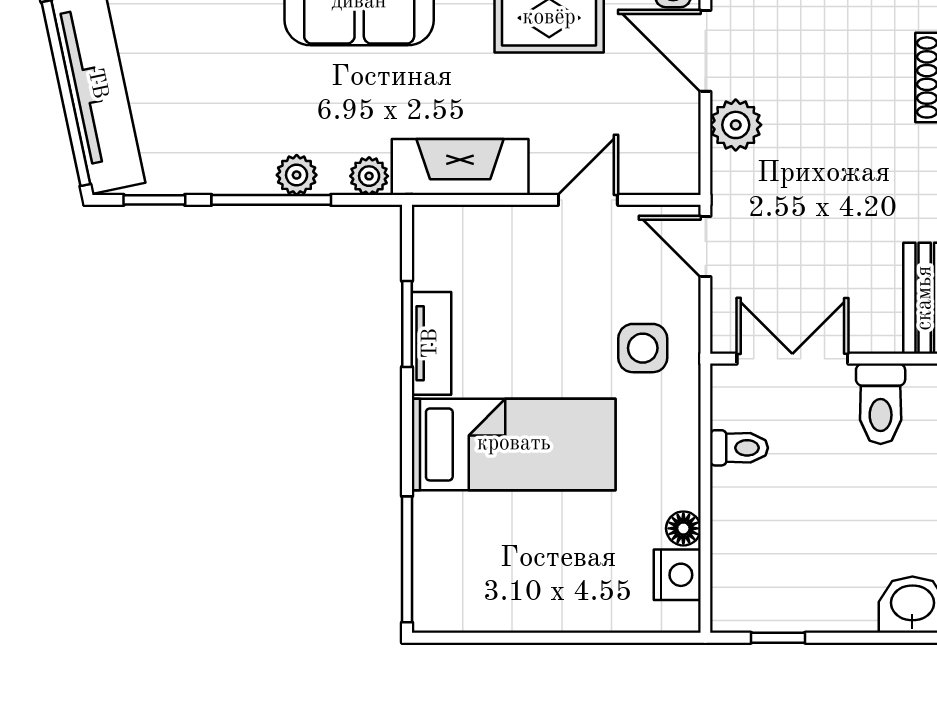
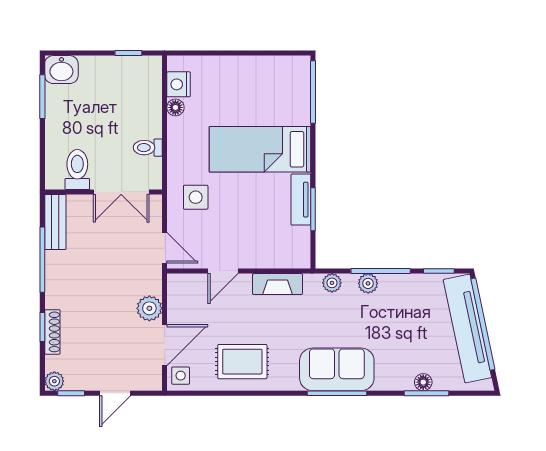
door: (705, 51) -> (165, 345), hinge flipped
fireplace: (460, 167) -> (277, 284), width x0.73, depth x0.76

